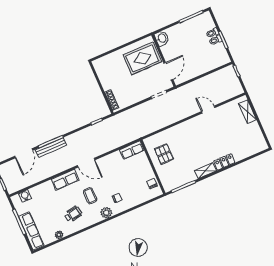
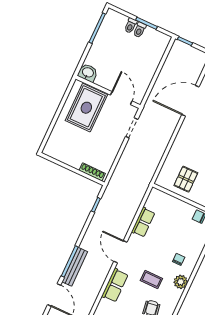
door: (208, 110) -> (190, 101), width x1.88
row of seats: (132, 150) -> (143, 222), moved
pallet: (164, 154) -> (186, 179), turned 90
door: (86, 163) -> (120, 252), swing flipped

